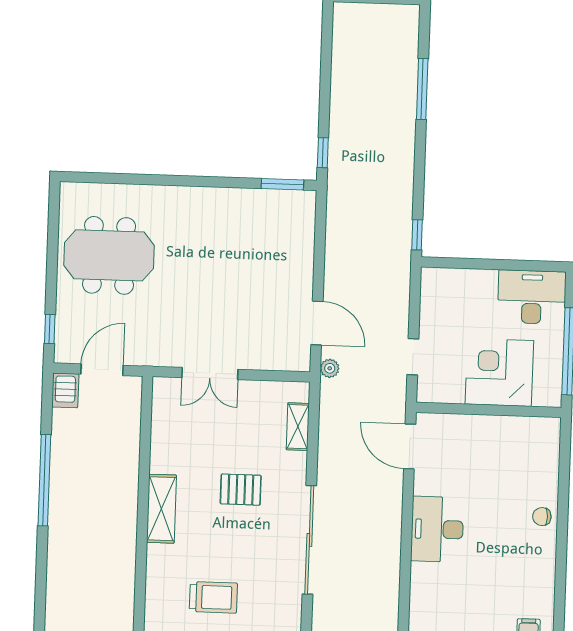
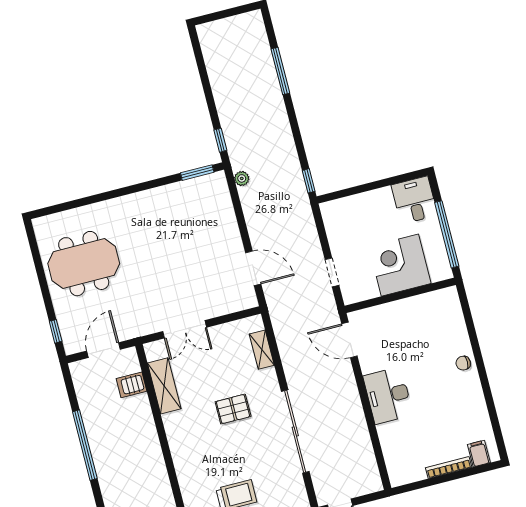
desk: (532, 297) -> (414, 200), width x0.73
plant: (330, 368) -> (242, 178), moved
server rack: (65, 390) -> (131, 385), moved, turned 90
shelving: (161, 509) -> (164, 386), moved

